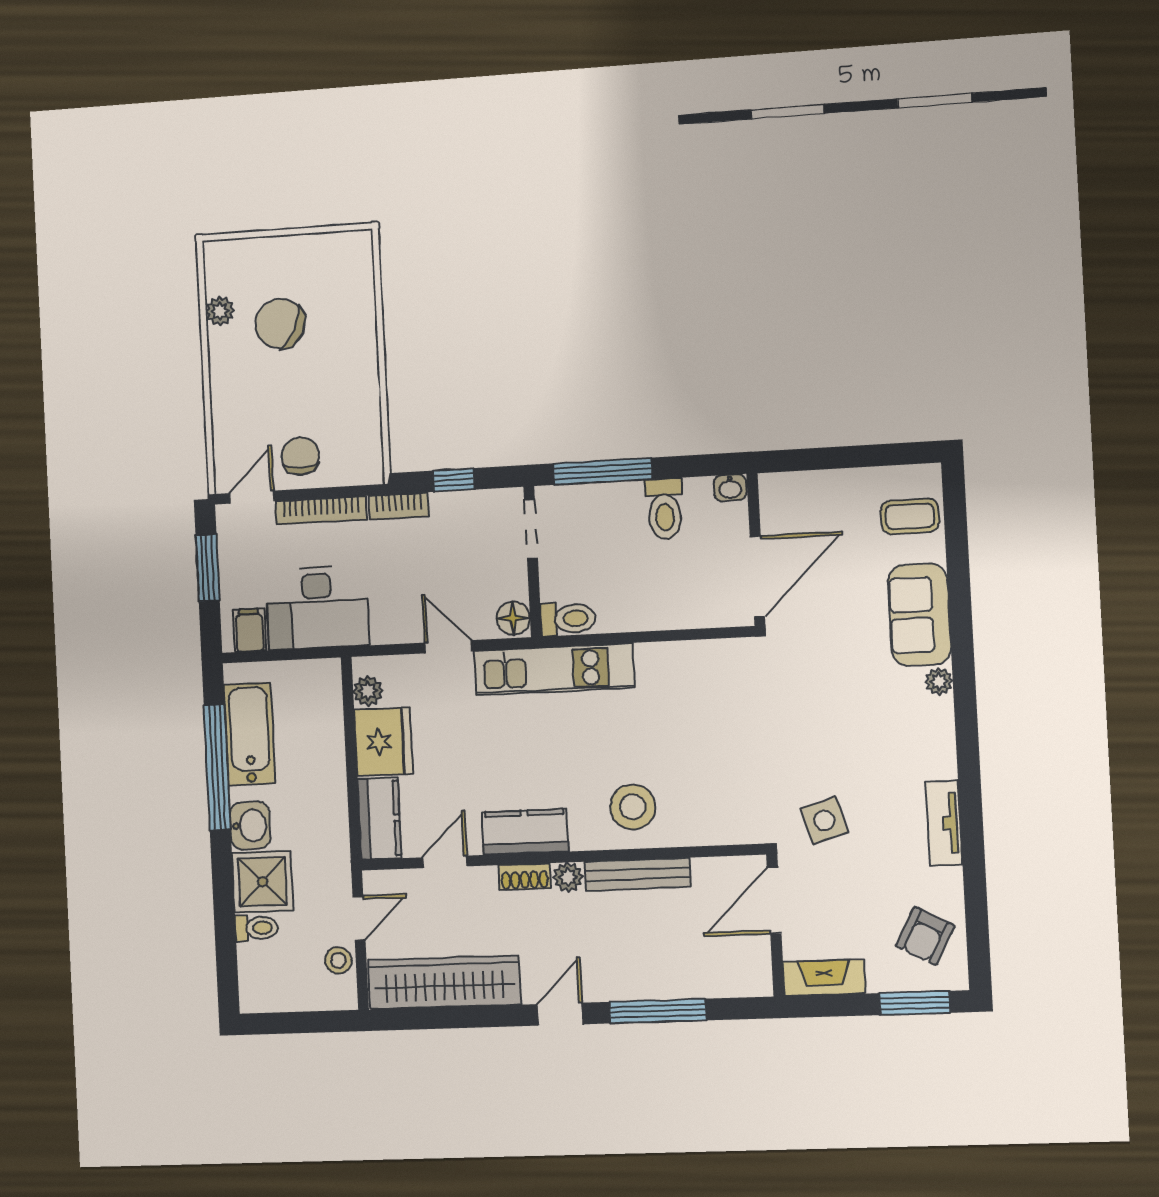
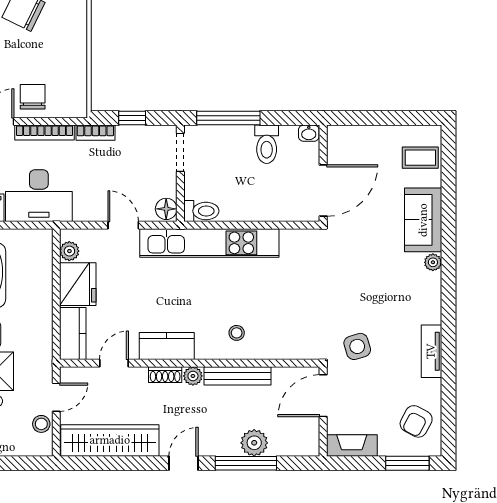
kitchen unit: (554, 669) -> (209, 243), width x1.36
stool: (633, 807) -> (237, 333), width x0.53, depth x0.53
plant: (669, 979) -> (254, 443), added

